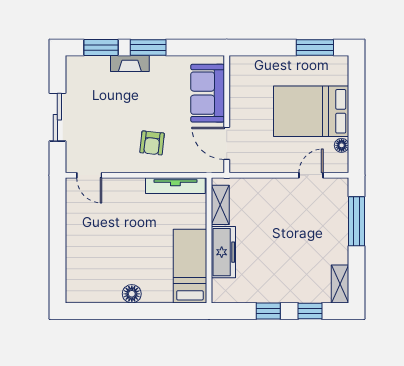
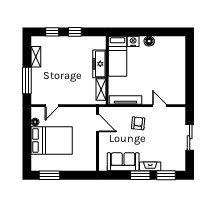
sofa: (208, 93) -> (123, 162), moved, turned -90
door: (89, 175) -> (159, 106), moved
shelving: (340, 284) -> (36, 57), moved
nightstand: (161, 293) -> (133, 41), added

